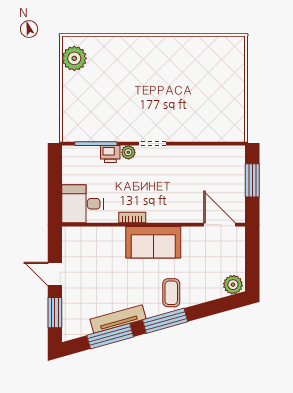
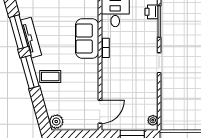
plant: (128, 152) -> (153, 120), moved
printer: (110, 154) -> (152, 12), moved
sofa: (153, 242) -> (87, 39), moved

